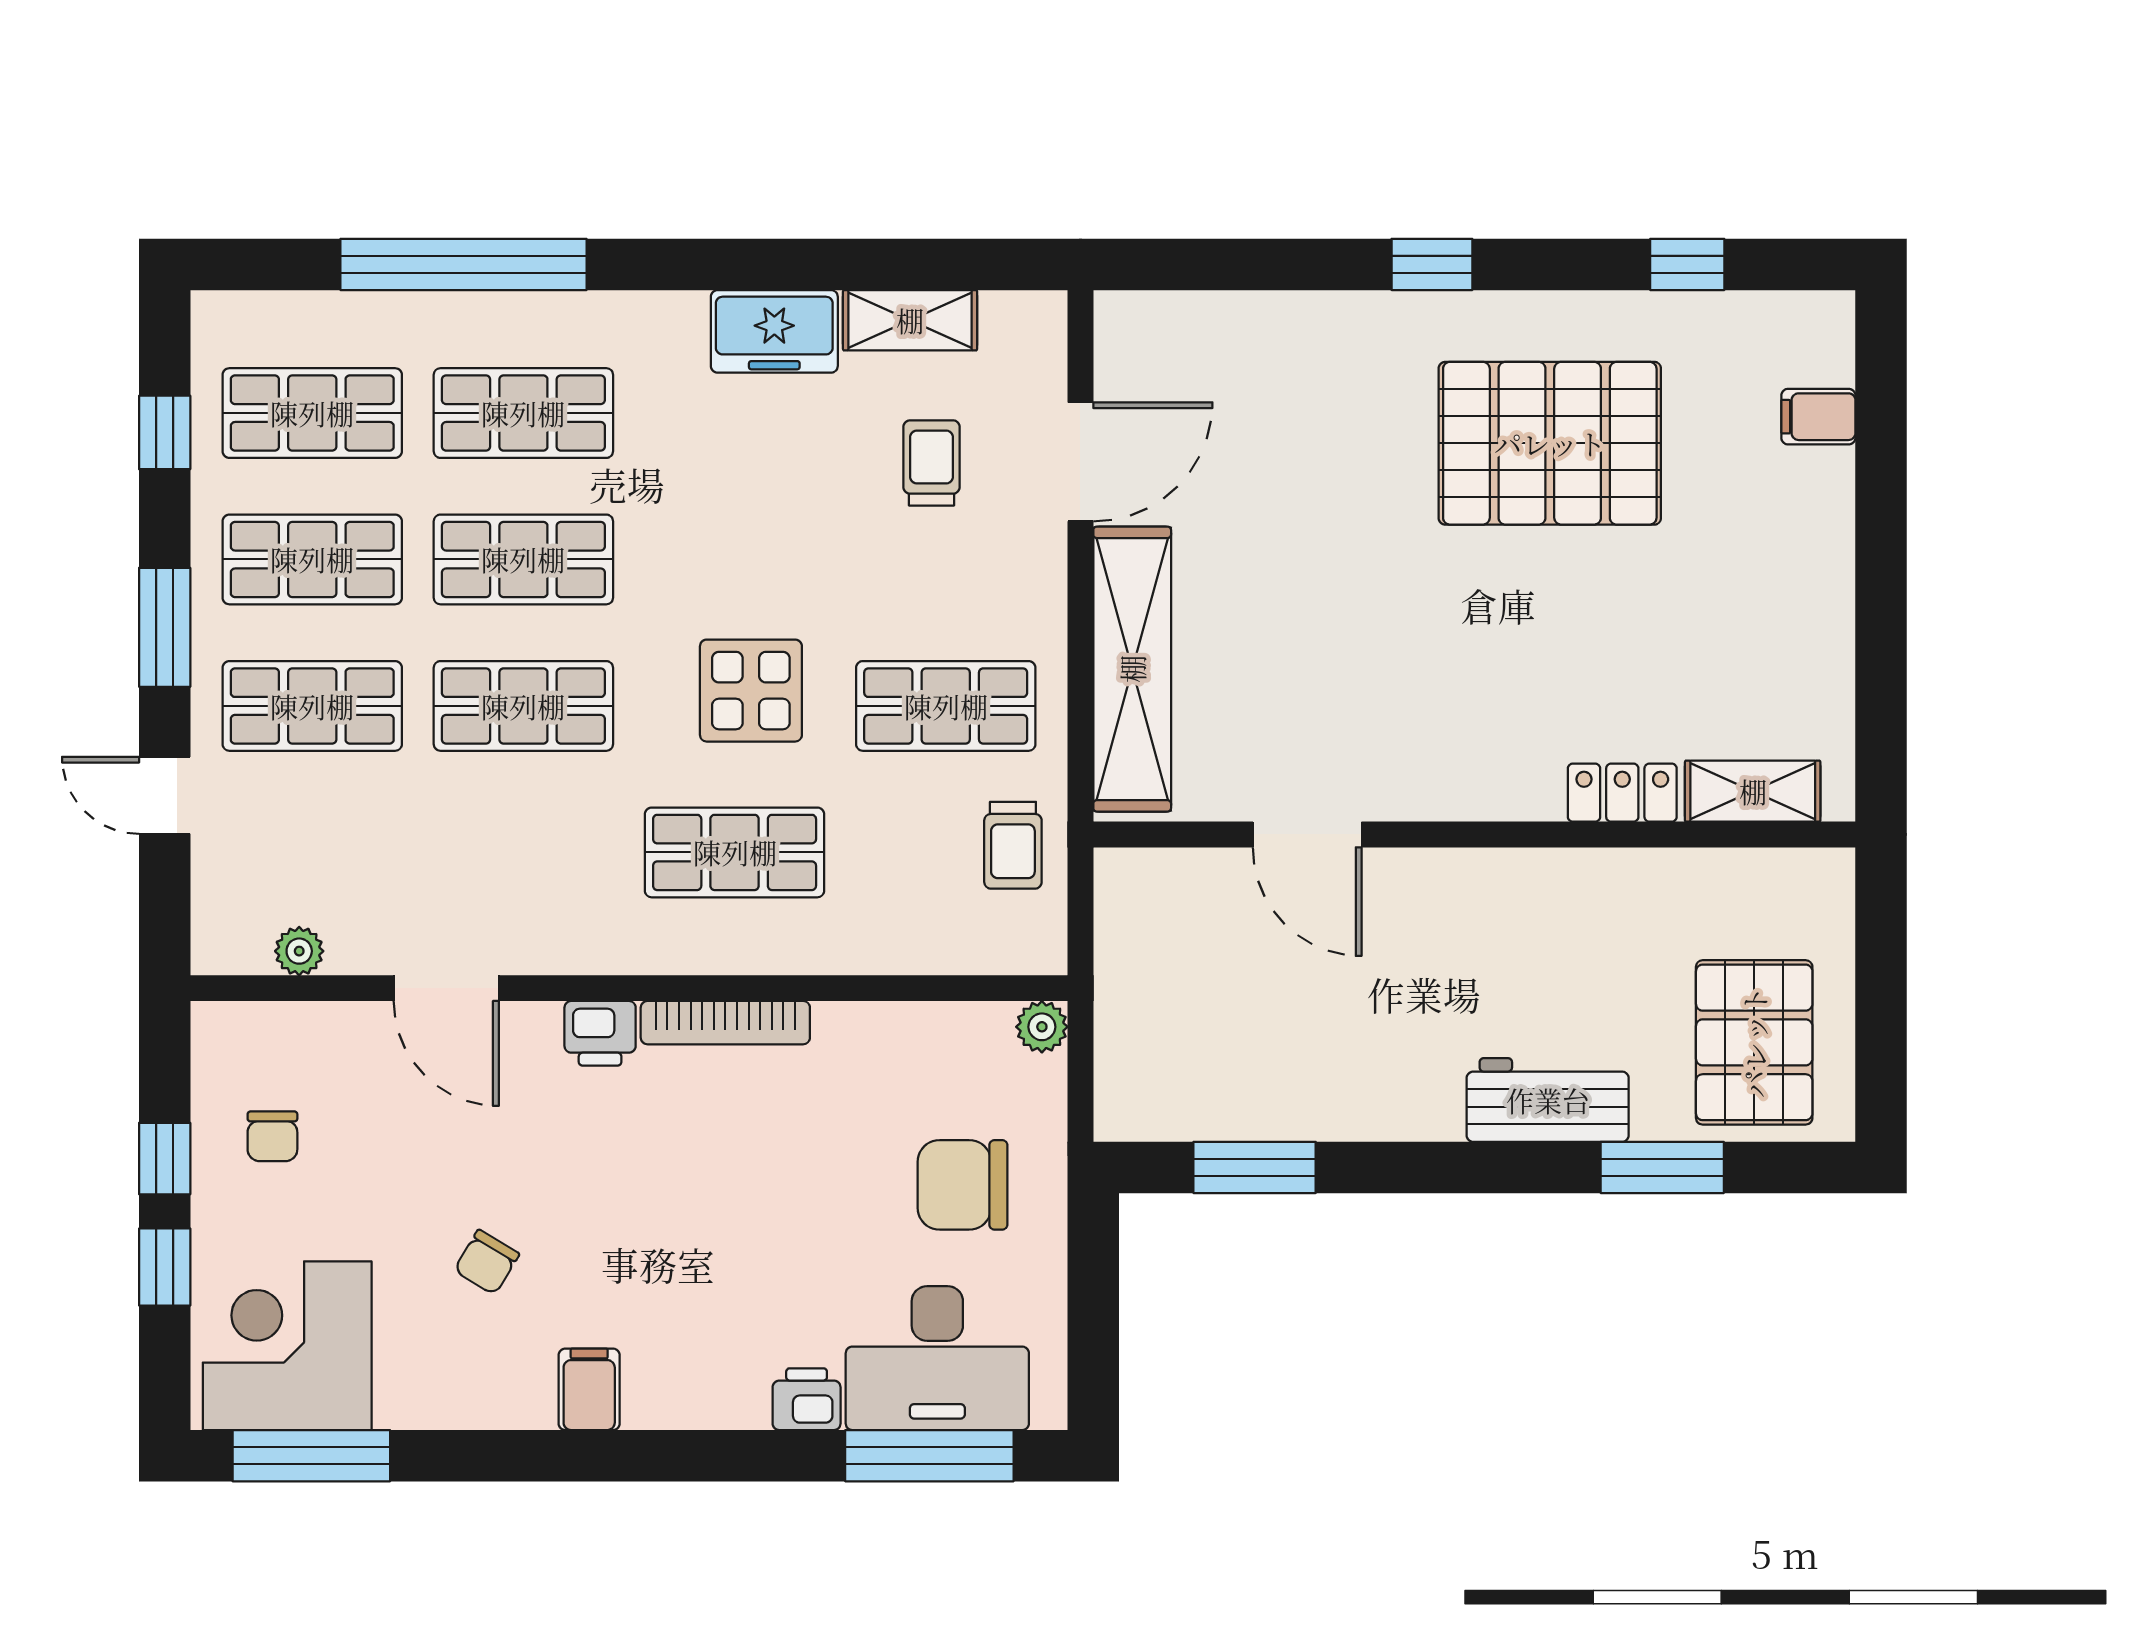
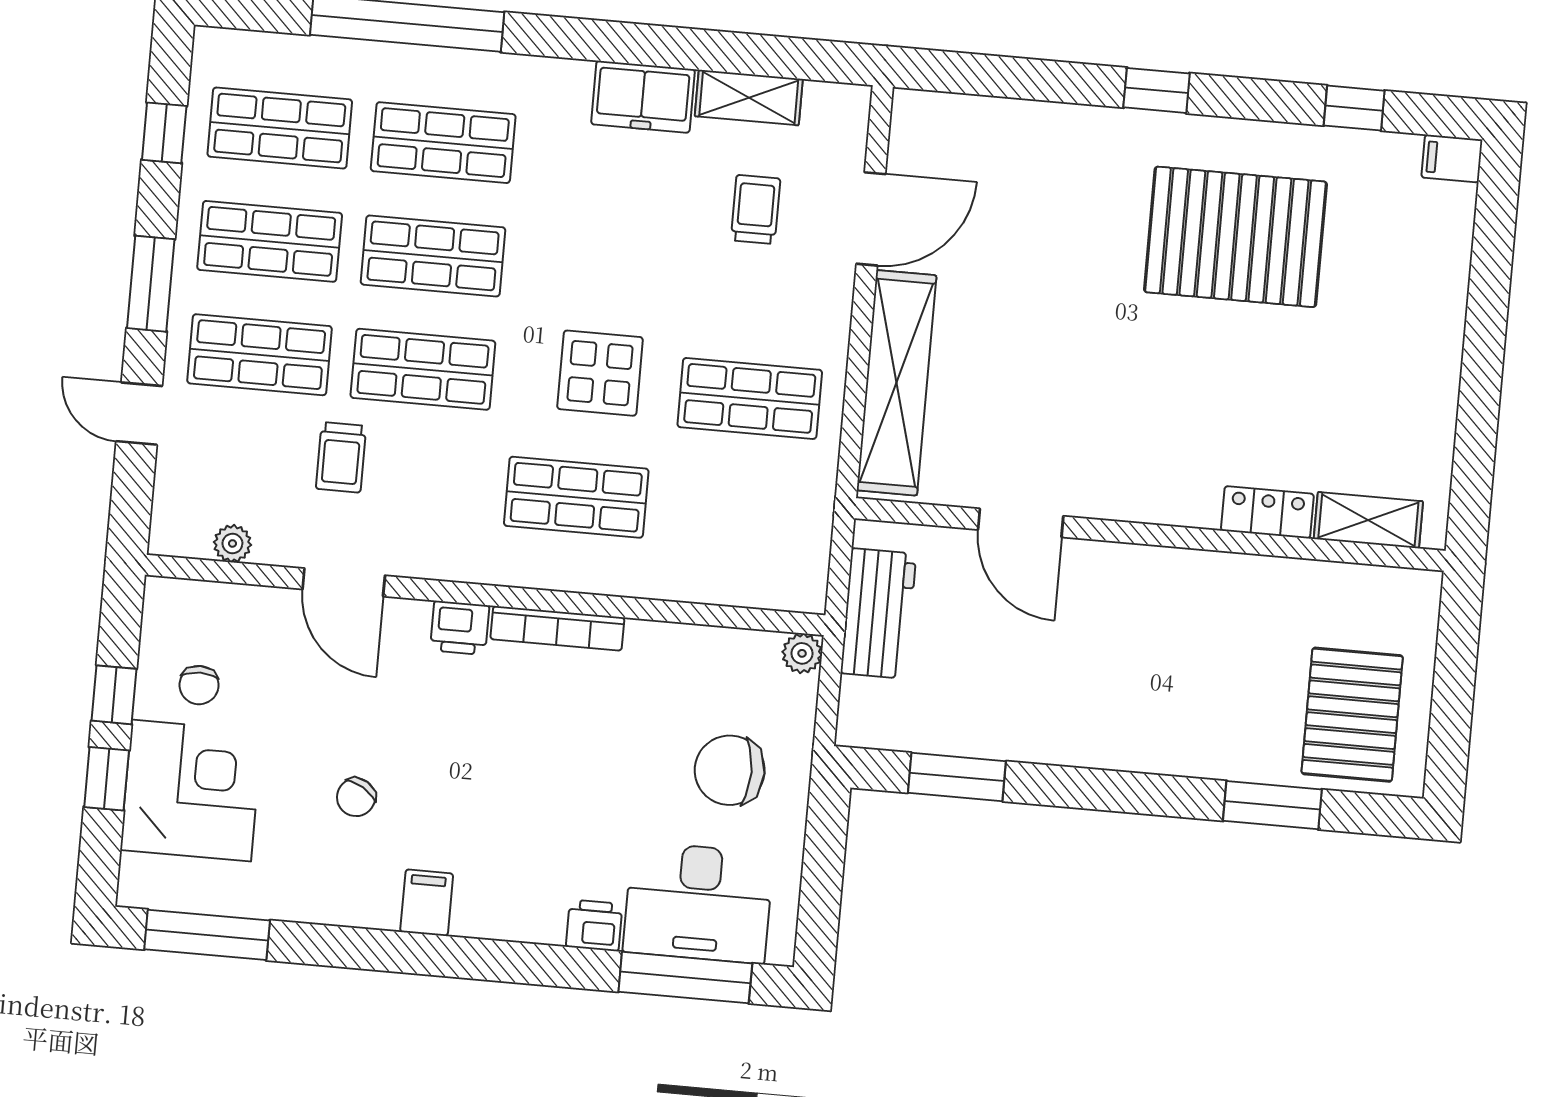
filing cabinet: (1818, 417) -> (1452, 159), moved
trolley: (1013, 845) -> (341, 457), moved
workbench: (1548, 1100) -> (878, 613), moved, turned 90
corner desk: (287, 1346) -> (191, 791), moved, turned 90

